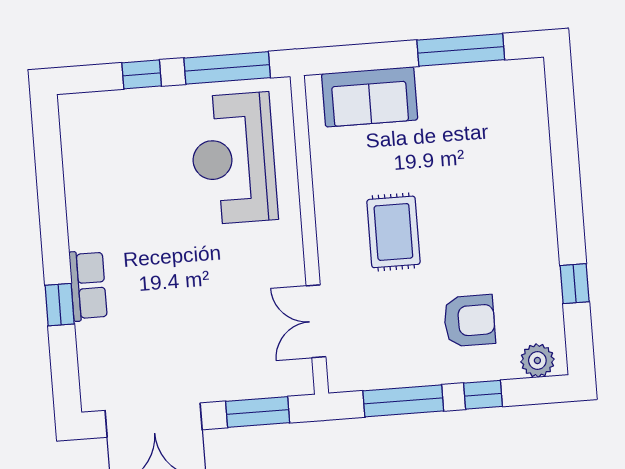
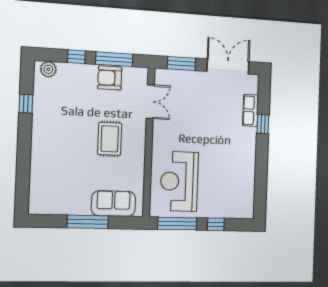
window: (461, 50) -> (88, 222), moved
reception desk: (233, 158) -> (179, 181), turned 180
row of seats: (88, 286) -> (250, 110), moved
armchair: (469, 321) -> (110, 78), moved

